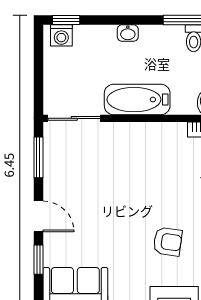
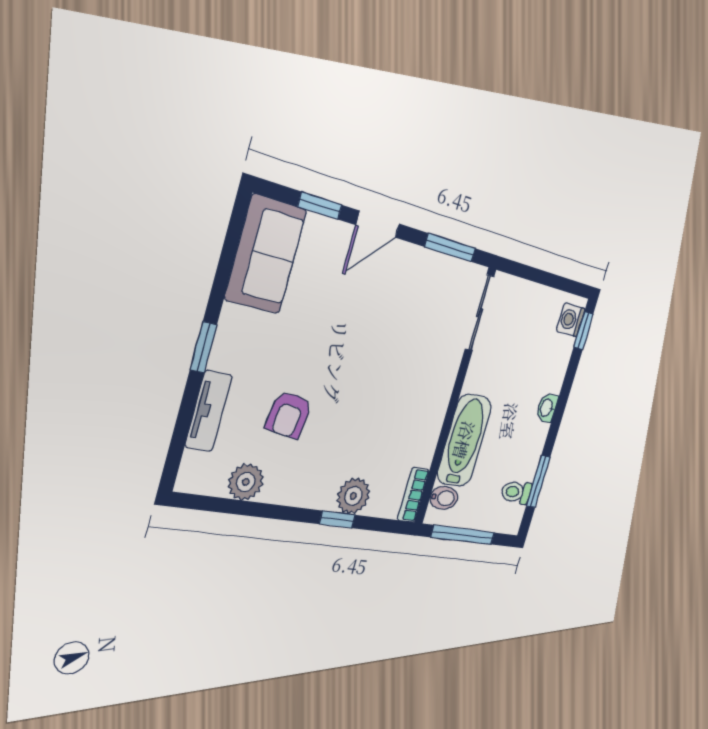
bathtub: (137, 100) -> (464, 440), moved

